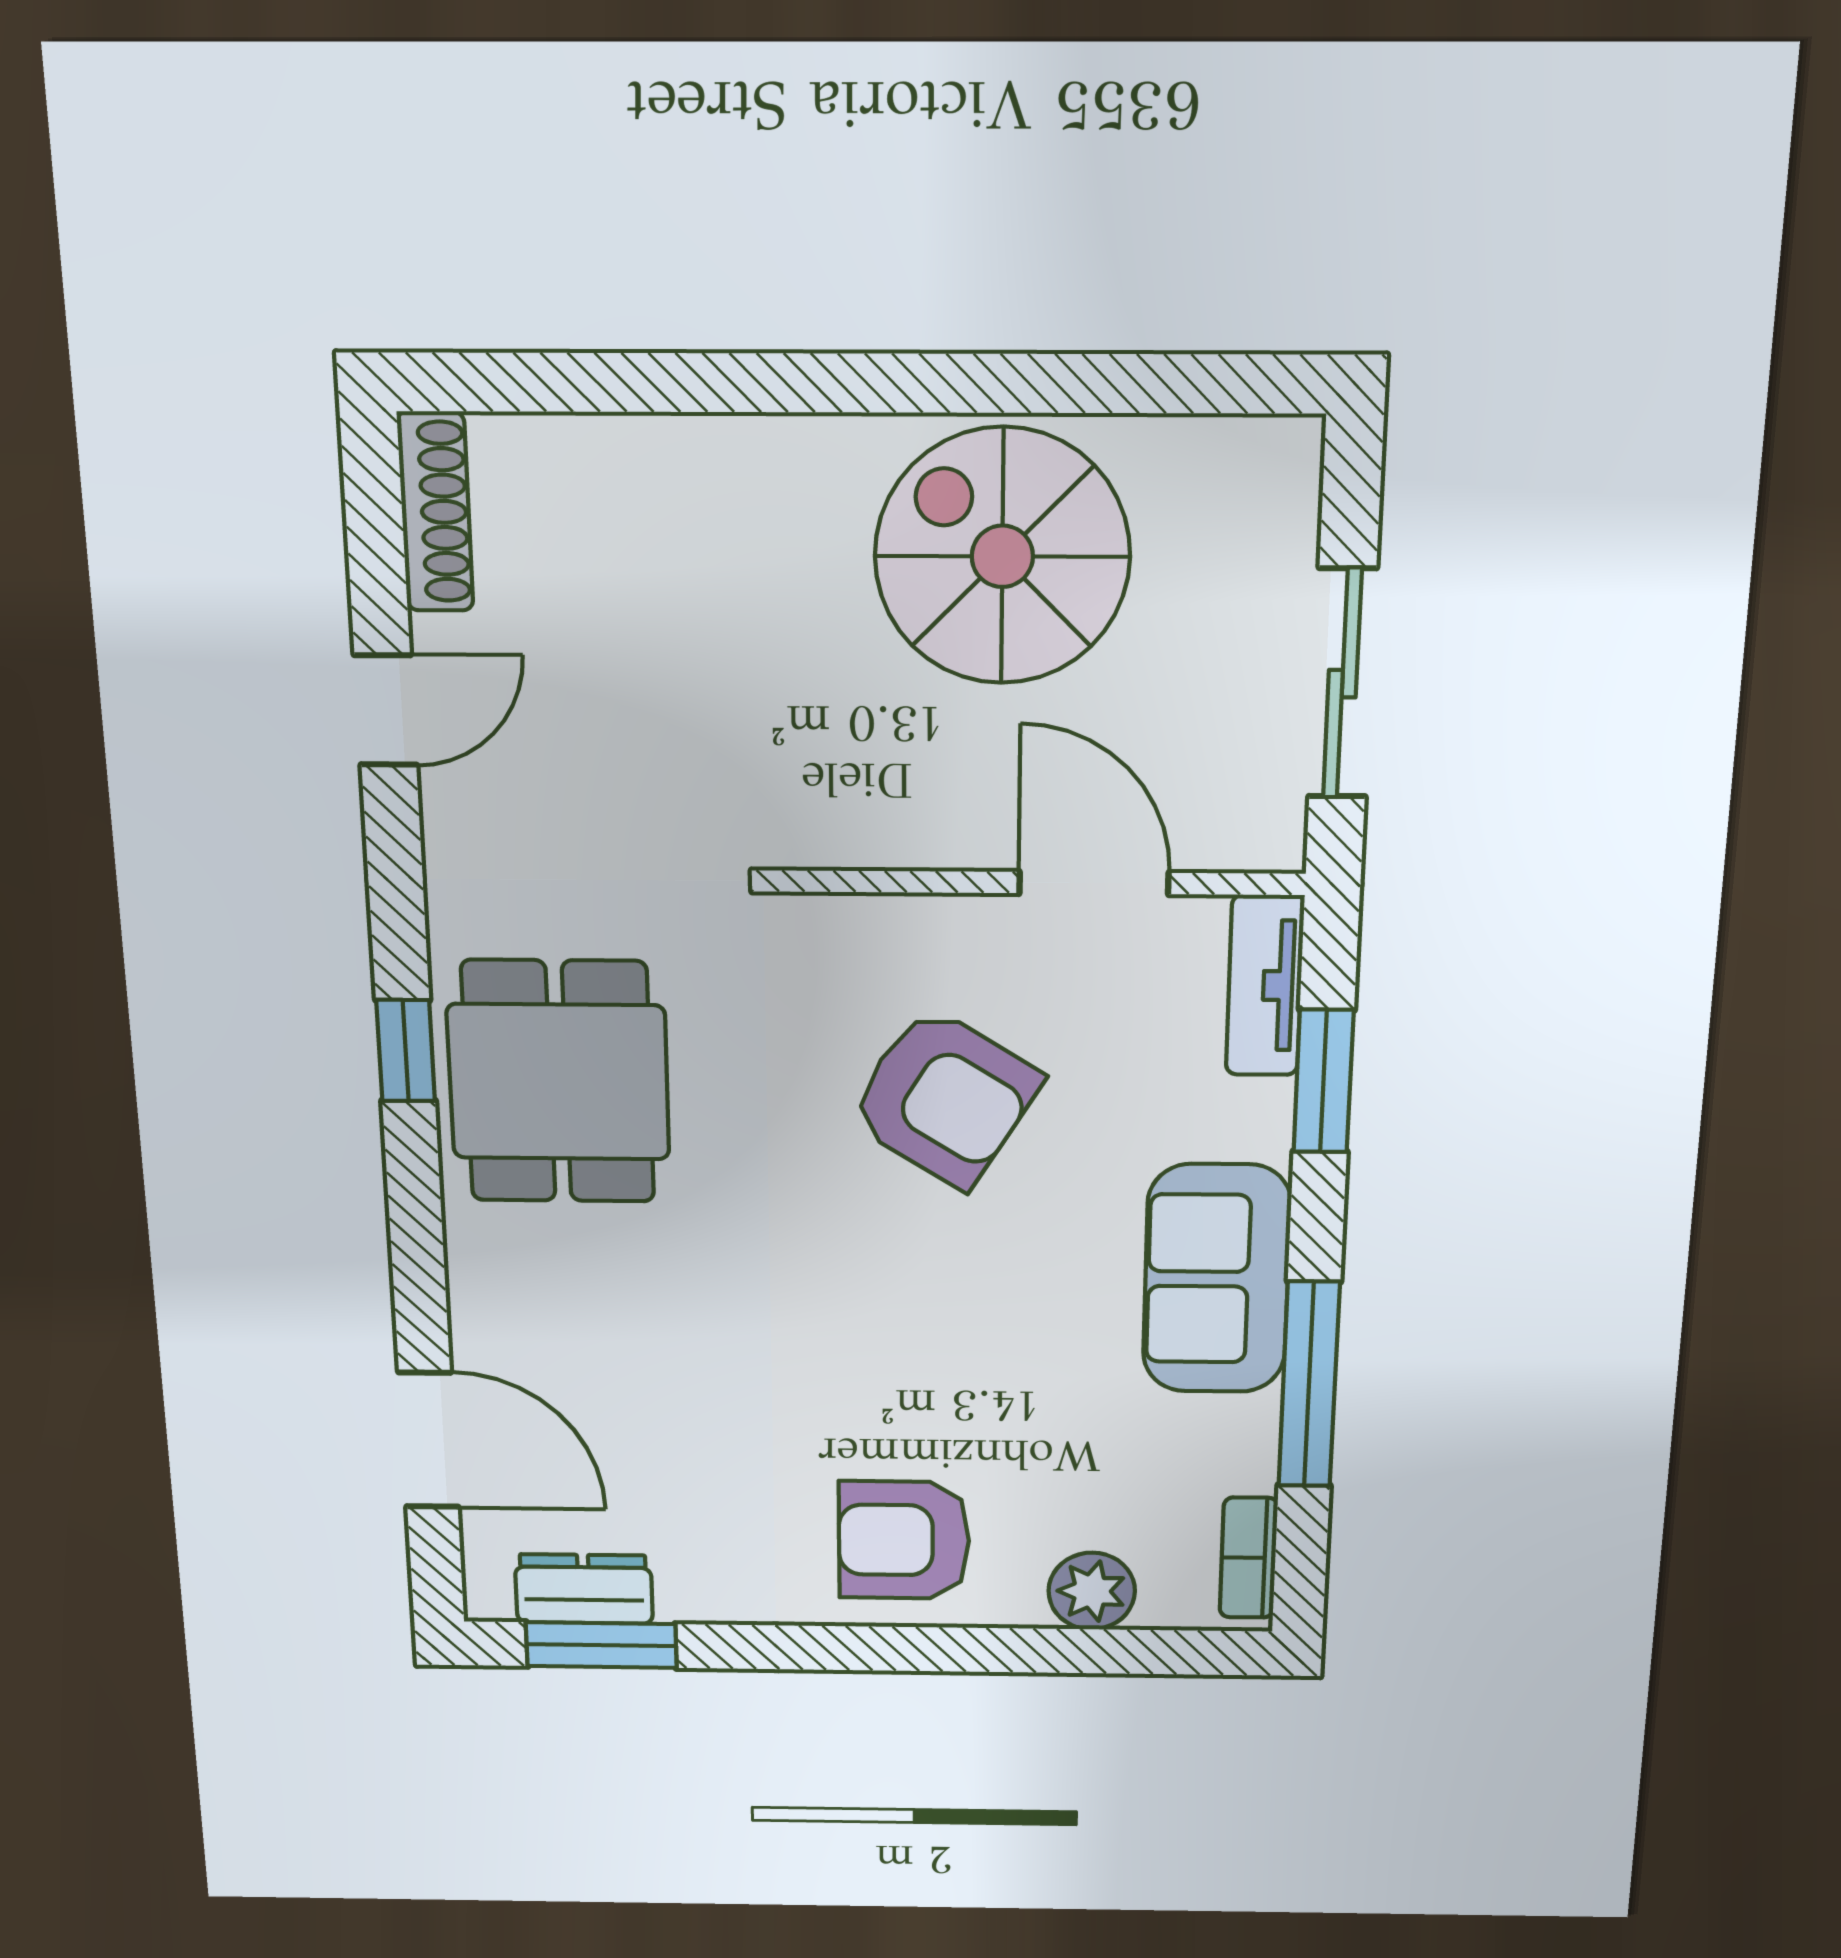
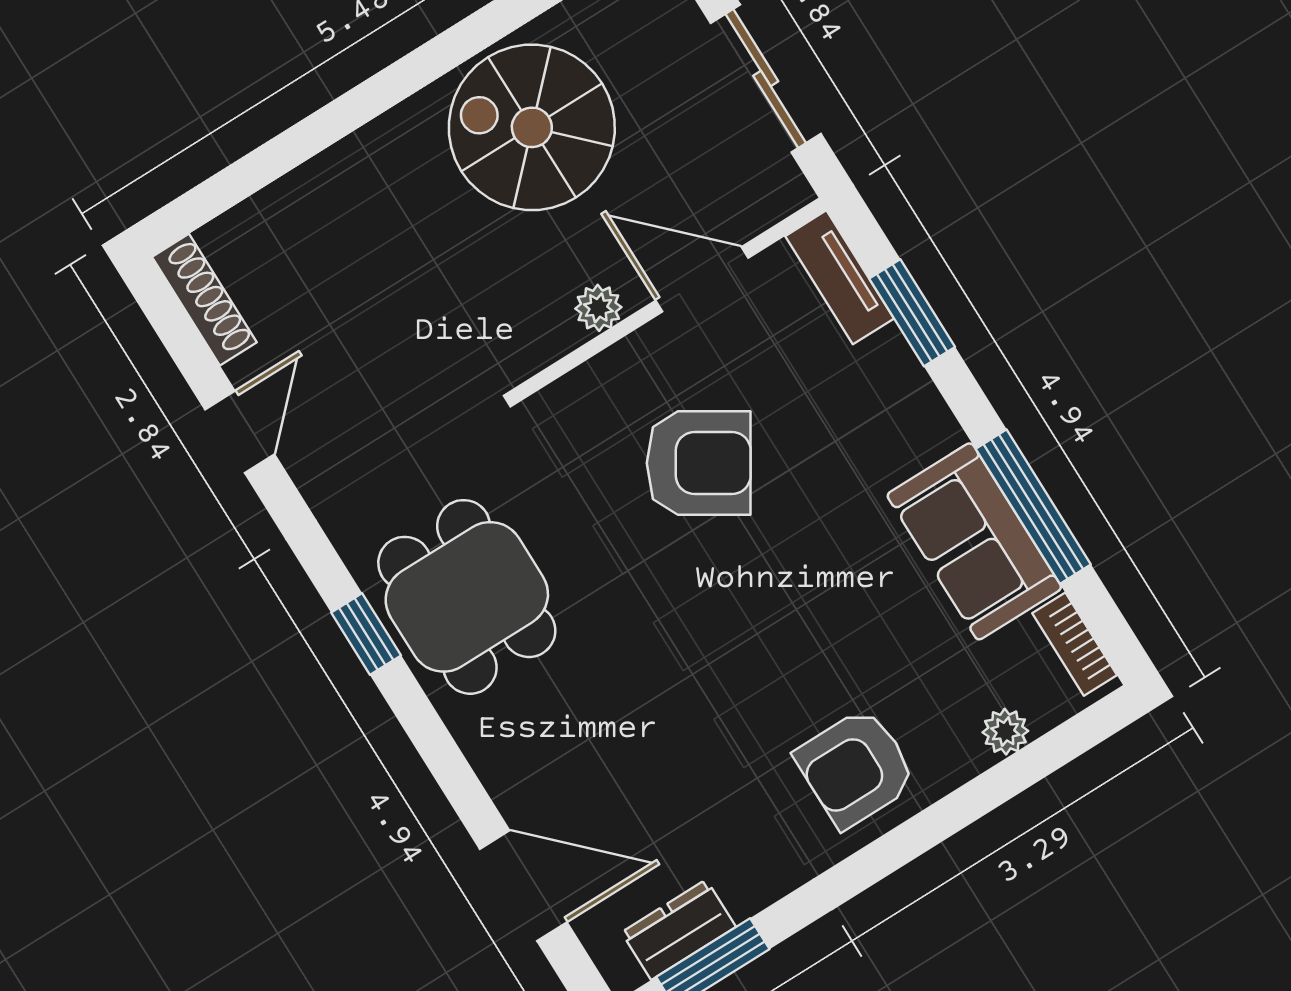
plant: (941, 838) -> (598, 308), added
sofa: (1217, 1279) -> (974, 541), moved
plant: (1092, 1591) -> (1005, 732), width x0.73, depth x0.73

